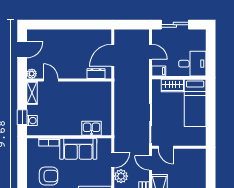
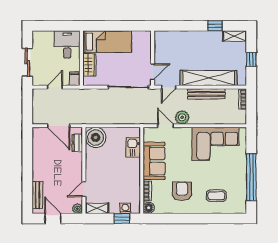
bench: (45, 35) -> (37, 195), added
boiler: (101, 91) -> (96, 137), added
floor lamp: (33, 144) -> (149, 208), added

